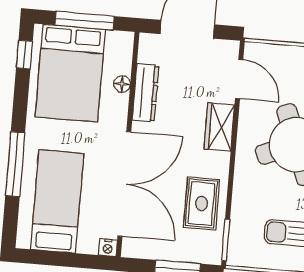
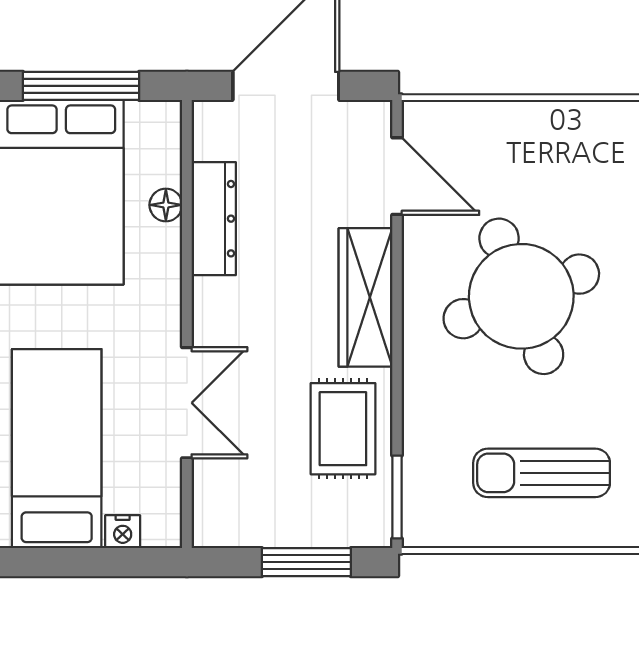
wardrobe: (219, 127) -> (366, 297), width x1.50
double door: (124, 184) -> (187, 403), width x0.54
nightstand: (108, 248) -> (123, 532), moved

